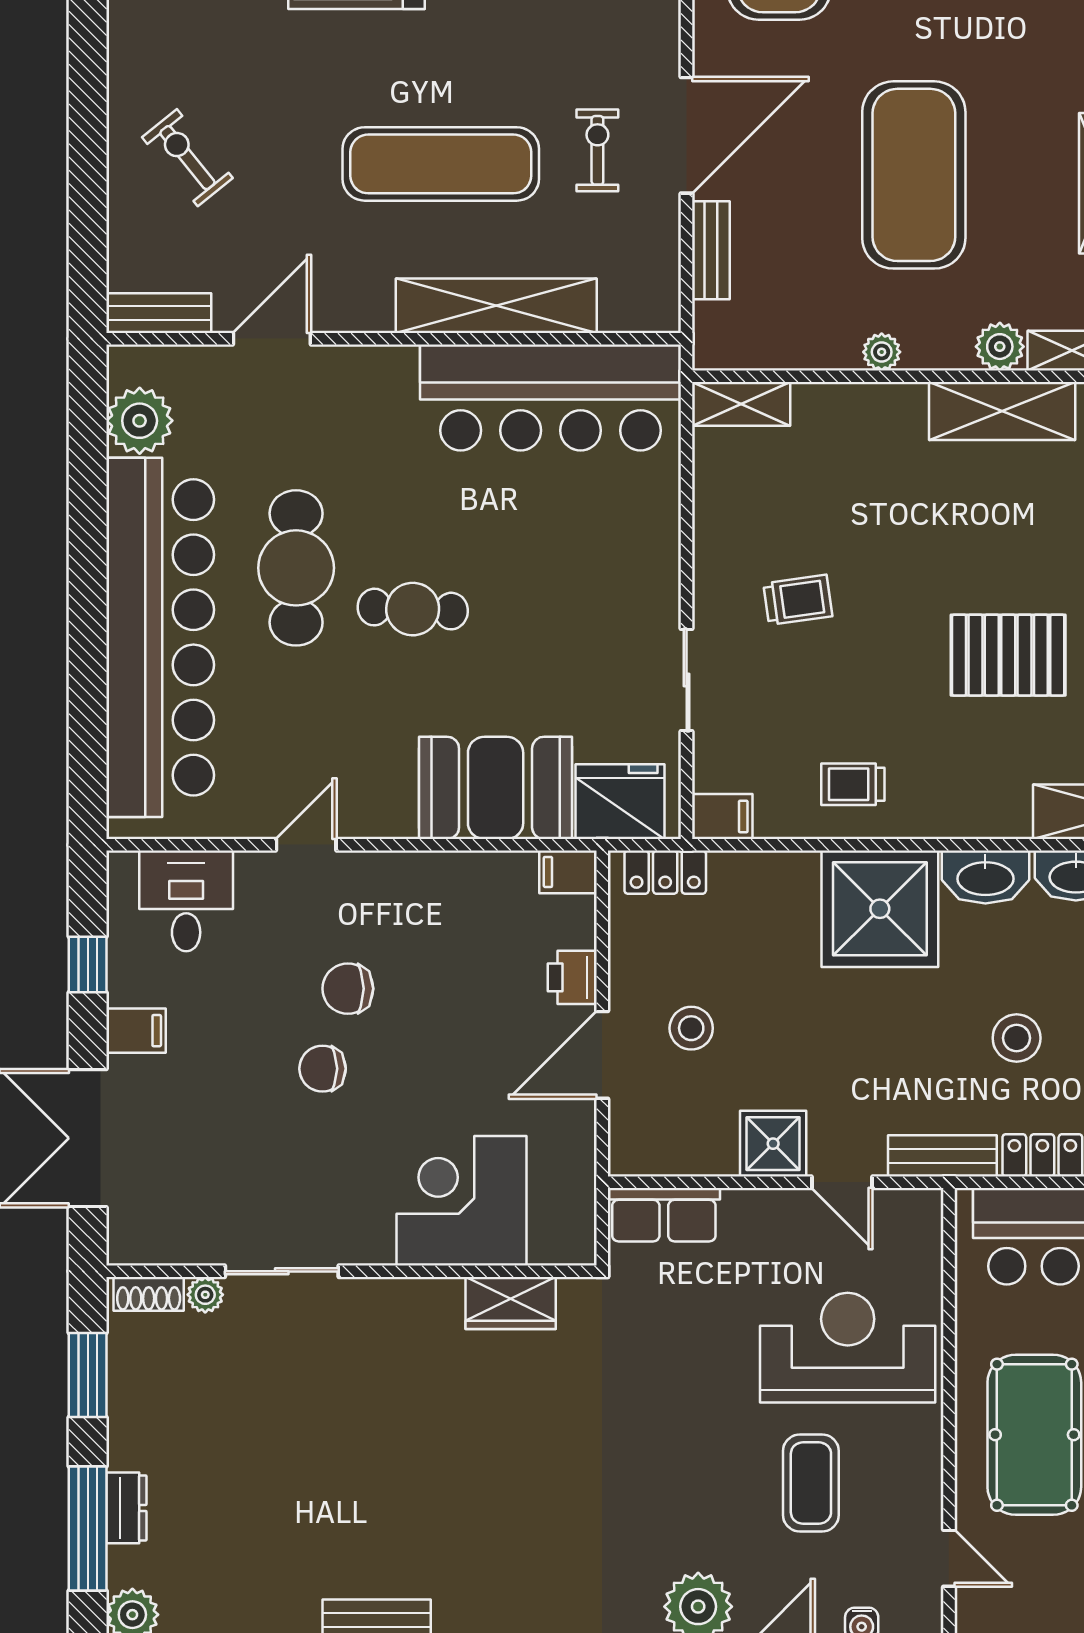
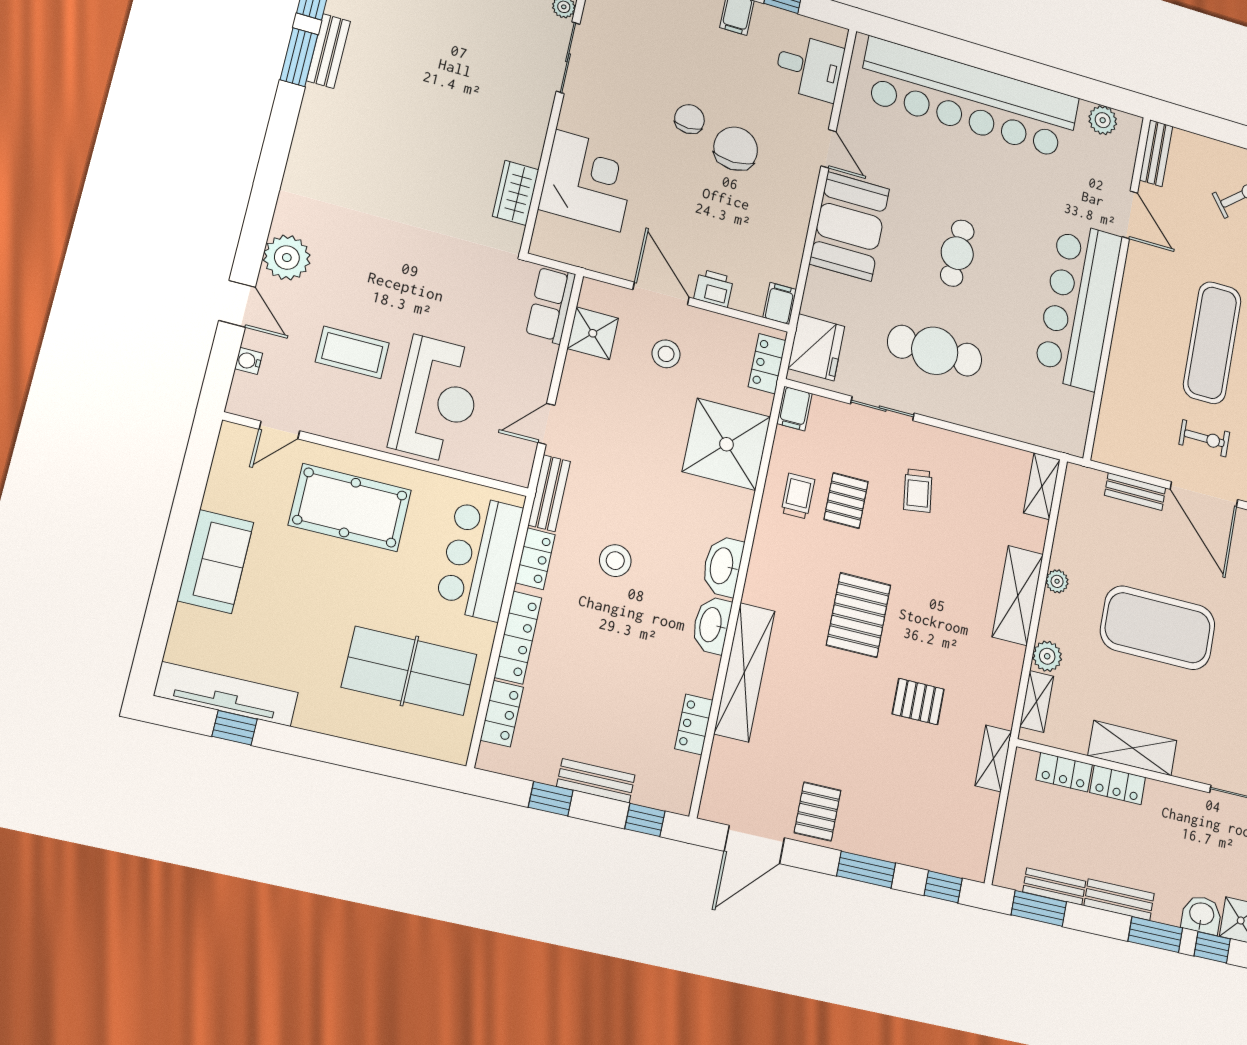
shelving: (496, 306) -> (1125, 353), removed
bar counter: (551, 397) -> (1078, 306), moved
shelving: (1002, 411) -> (1018, 596), moved
plant: (140, 421) -> (1103, 120), width x0.73, depth x0.73
cafe table: (296, 568) -> (935, 351), moved
pallet: (841, 709) -> (846, 501), added
booth: (496, 788) -> (849, 226), moved
shower: (880, 909) -> (726, 444), moved
chair: (348, 989) -> (736, 149), width x1.37, depth x1.37
shower: (773, 1144) -> (593, 333), moved

